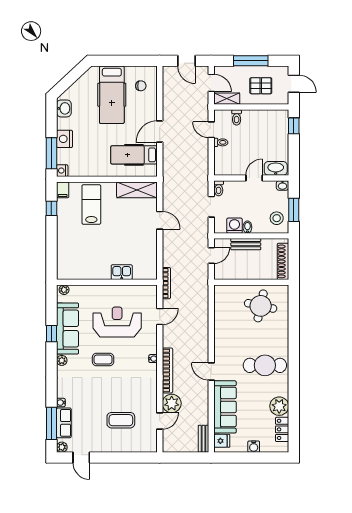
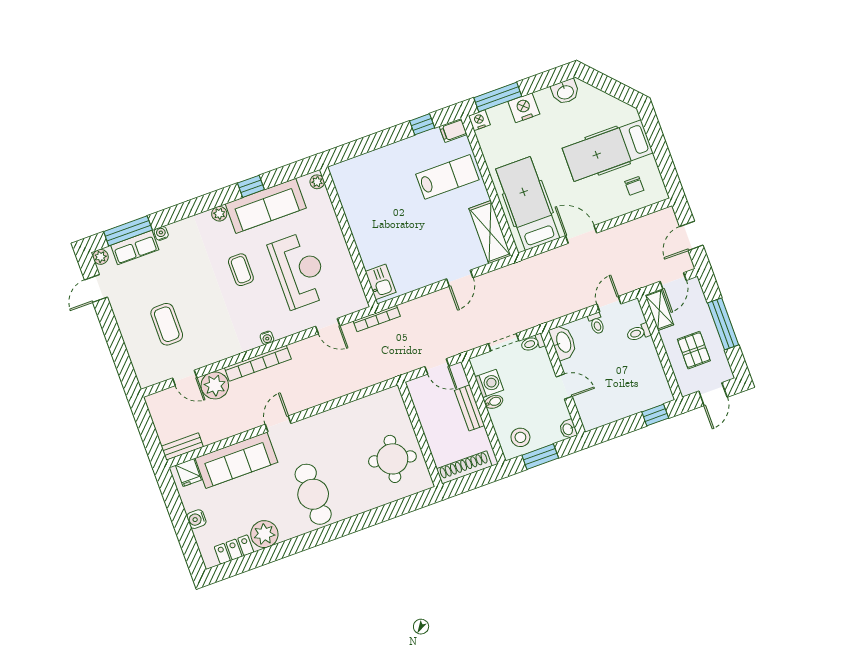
hospital bed: (134, 155) -> (528, 203), width x1.37, depth x1.29
washbasin: (276, 168) -> (563, 342), moved
kitchen sink: (122, 272) -> (381, 282), moved

